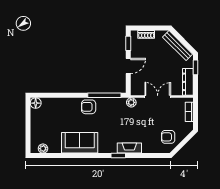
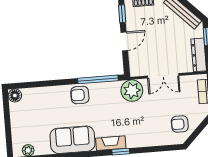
double door: (158, 97) -> (163, 76), swing flipped
plant: (131, 102) -> (132, 91), width x1.87, depth x1.87
fireplace: (129, 148) -> (111, 143), moved

